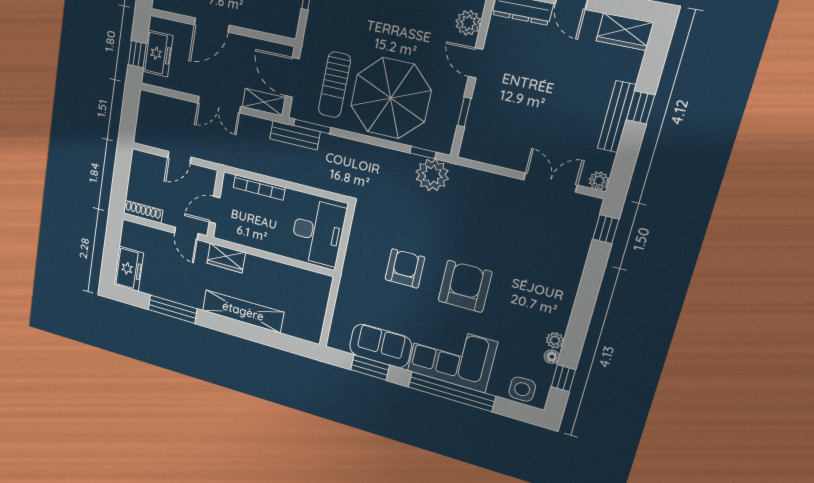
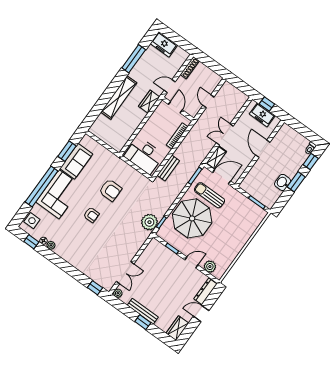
bench: (295, 135) -> (168, 168), moved
armchair: (465, 286) -> (91, 215), width x0.53, depth x0.53

